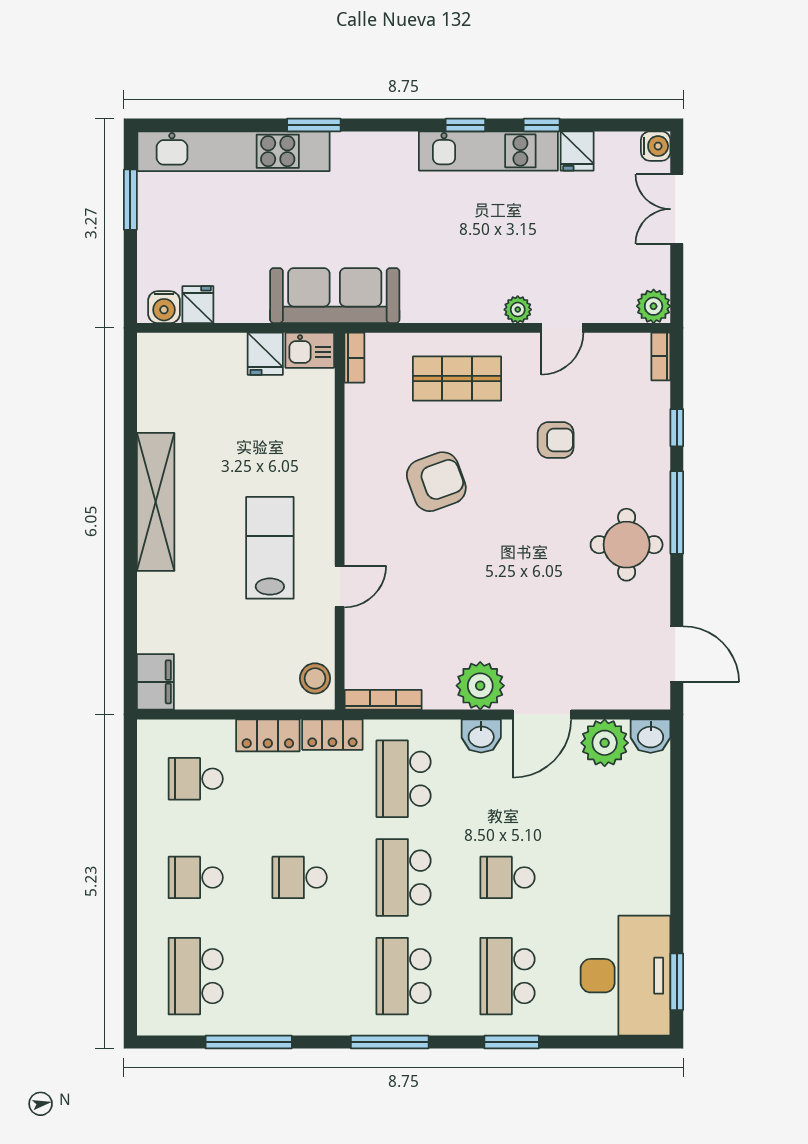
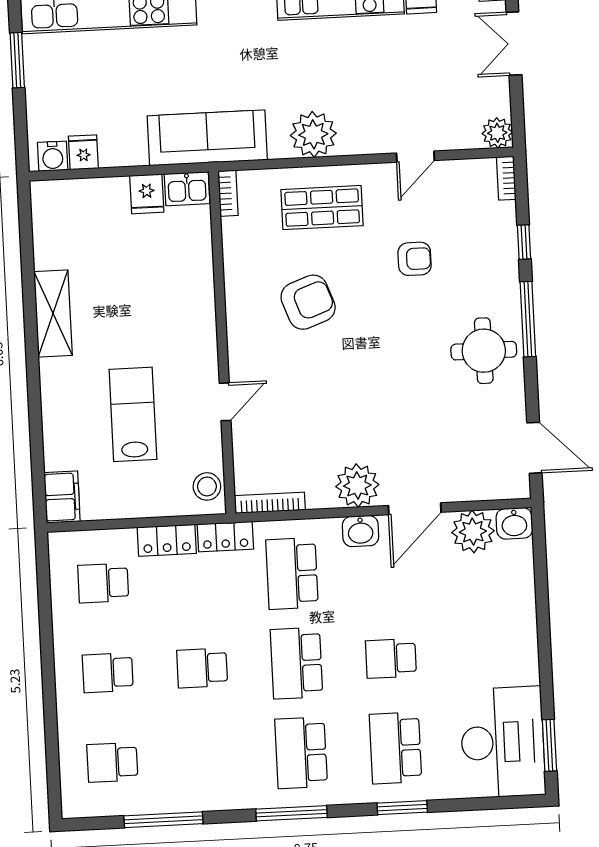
plant: (518, 310) -> (313, 134), moved, width x1.88, depth x1.88
shelving: (156, 502) -> (53, 314), width x0.68
lab bench: (270, 548) -> (133, 414), moved
school desk: (196, 976) -> (112, 762), width x0.54

